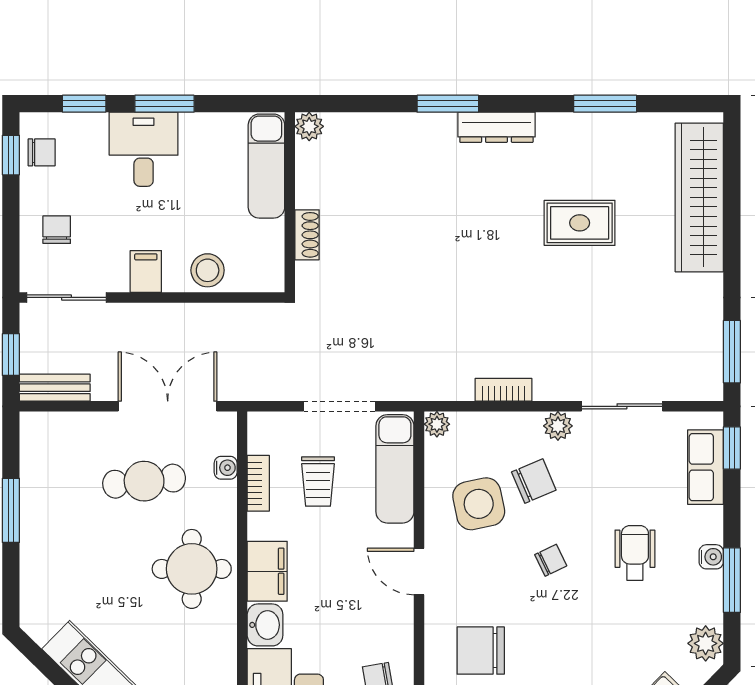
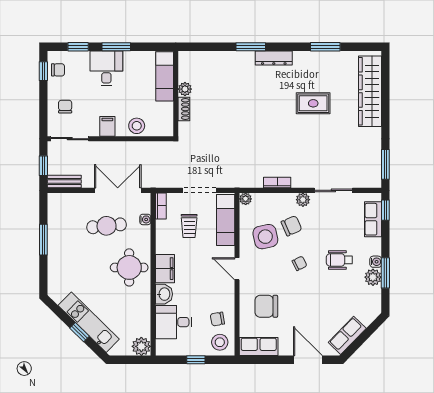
plant: (309, 126) -> (185, 89), moved
bookcase: (258, 483) -> (161, 206), moved
wheelchair: (635, 553) -> (339, 260), turned -90
plant: (706, 643) -> (373, 277), moved

